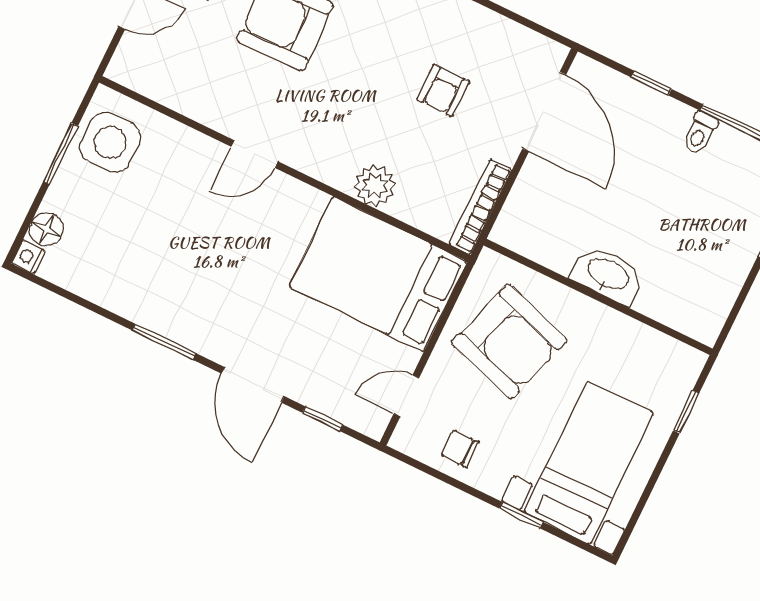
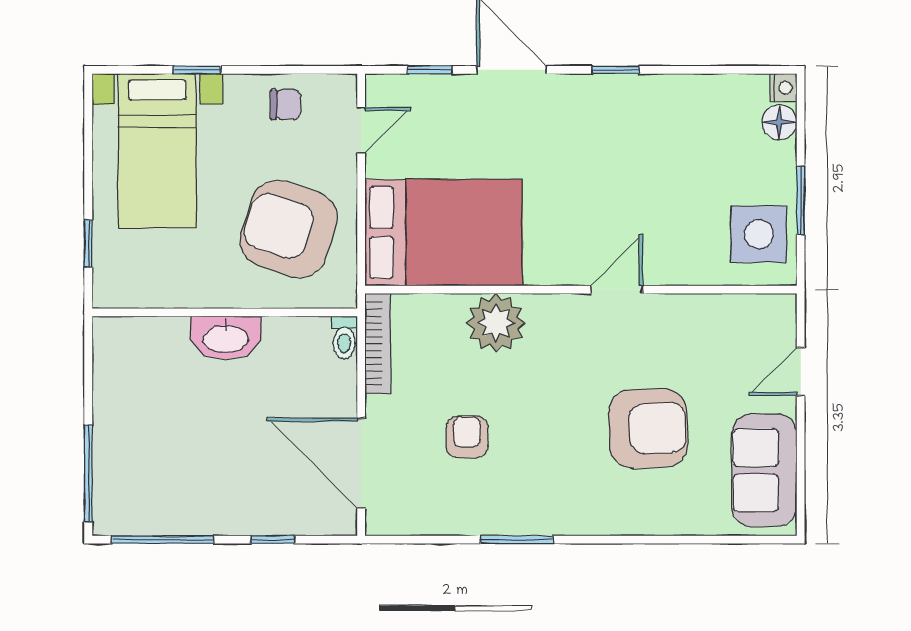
toilet: (700, 133) -> (344, 337), moved, turned 180
plant: (375, 186) -> (496, 323), width x1.36, depth x1.36
window: (164, 342) -> (616, 70), width x0.67

